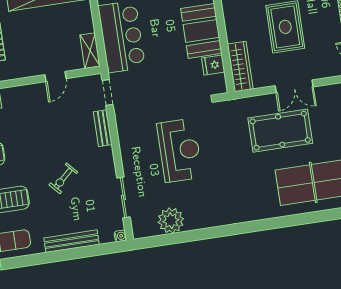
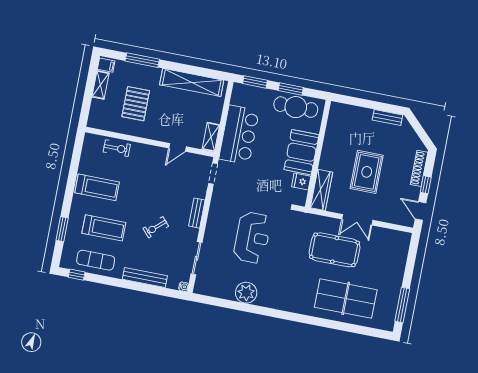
bench: (103, 128) -> (197, 213), moved
plant: (171, 221) -> (246, 293), moved

